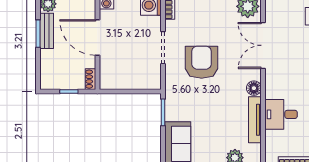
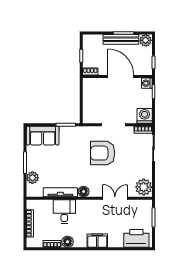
bench: (47, 31) -> (121, 39), width x1.36
door: (97, 38) -> (121, 77), hinge flipped
double door: (263, 45) -> (115, 198), width x0.73
armchair: (202, 62) -> (103, 153), turned 180

